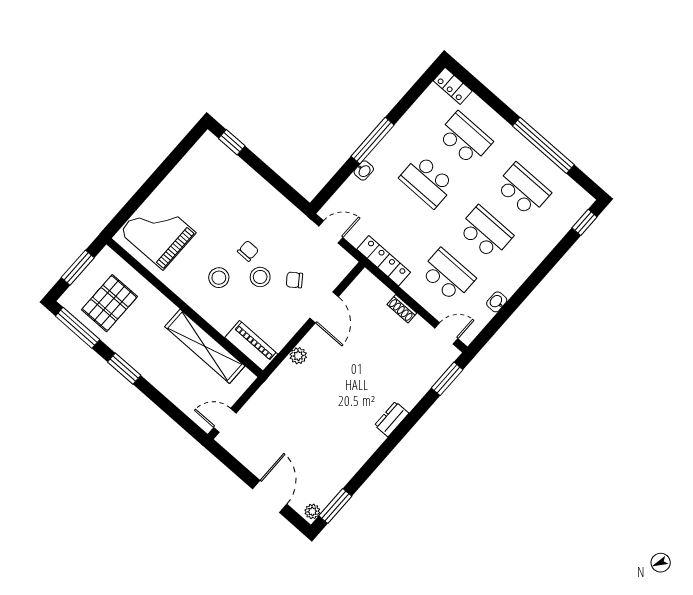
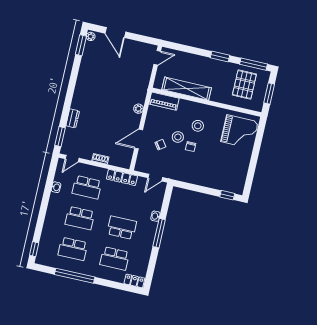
door: (324, 307) -> (139, 139), hinge flipped
dresser: (392, 419) -> (73, 118), moved

